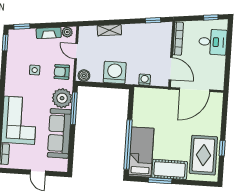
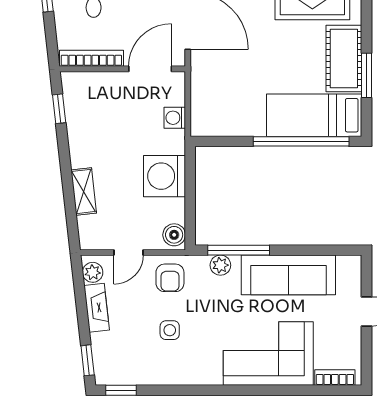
plant: (62, 98) -> (220, 265), width x0.53, depth x0.53

